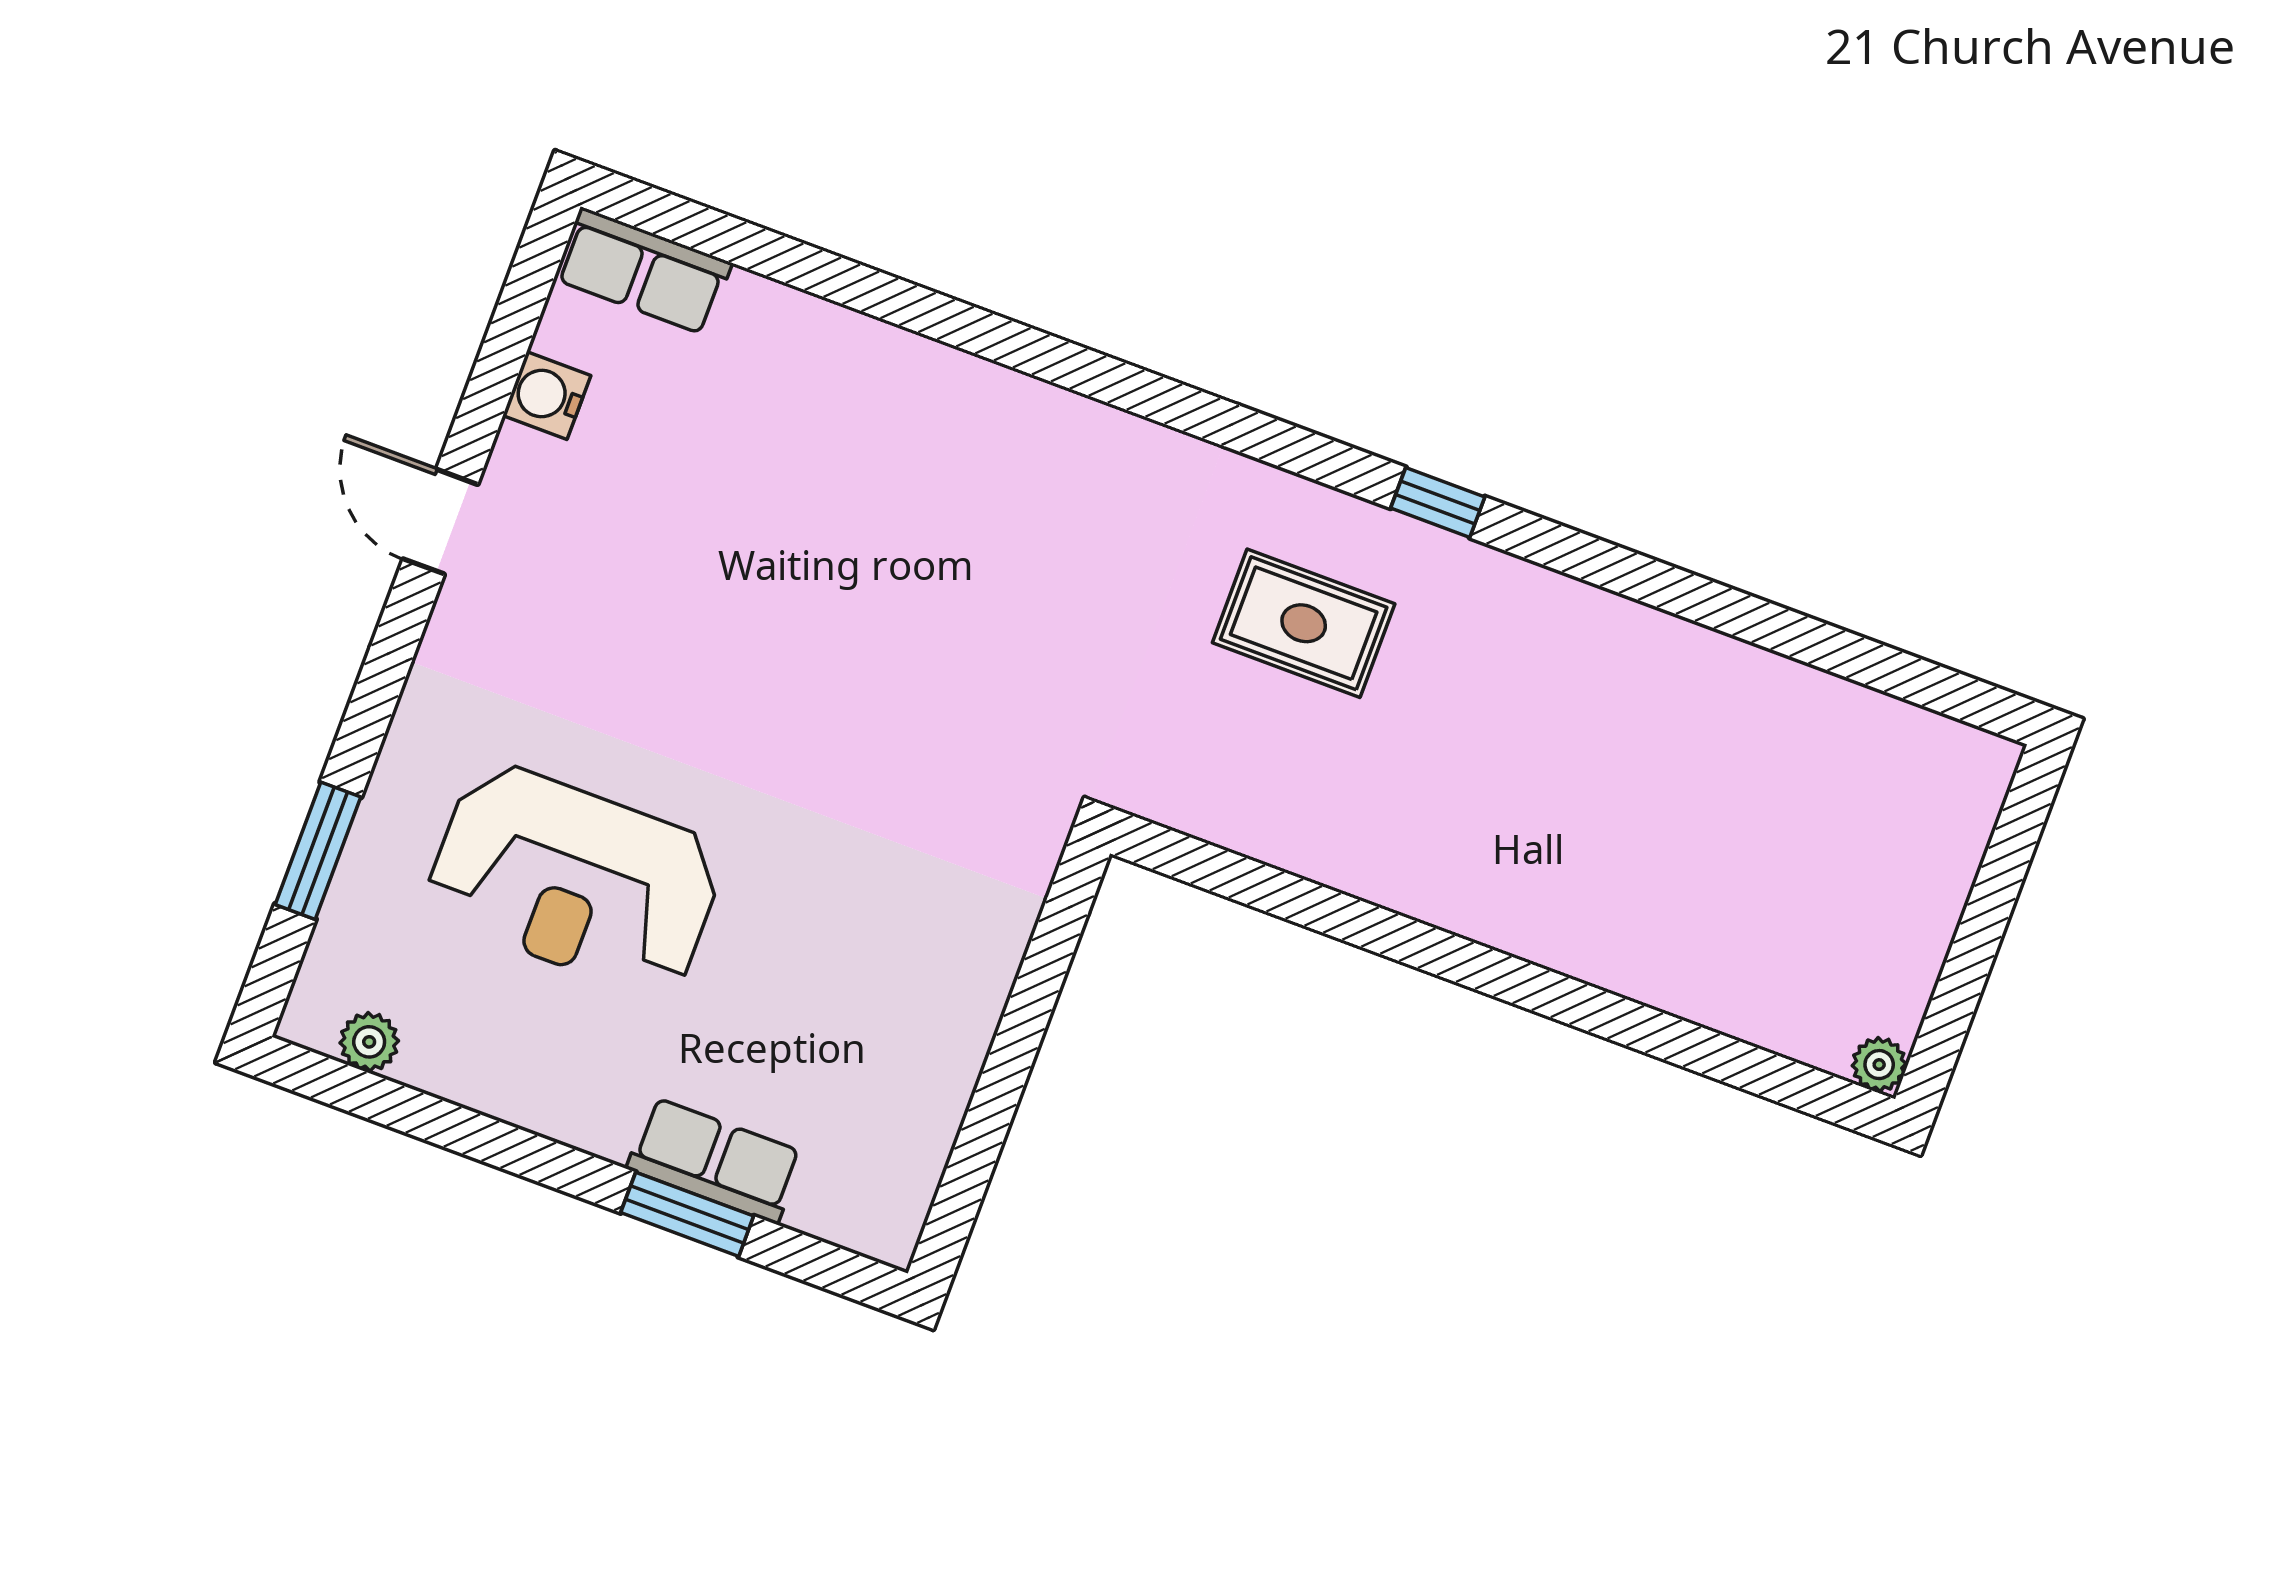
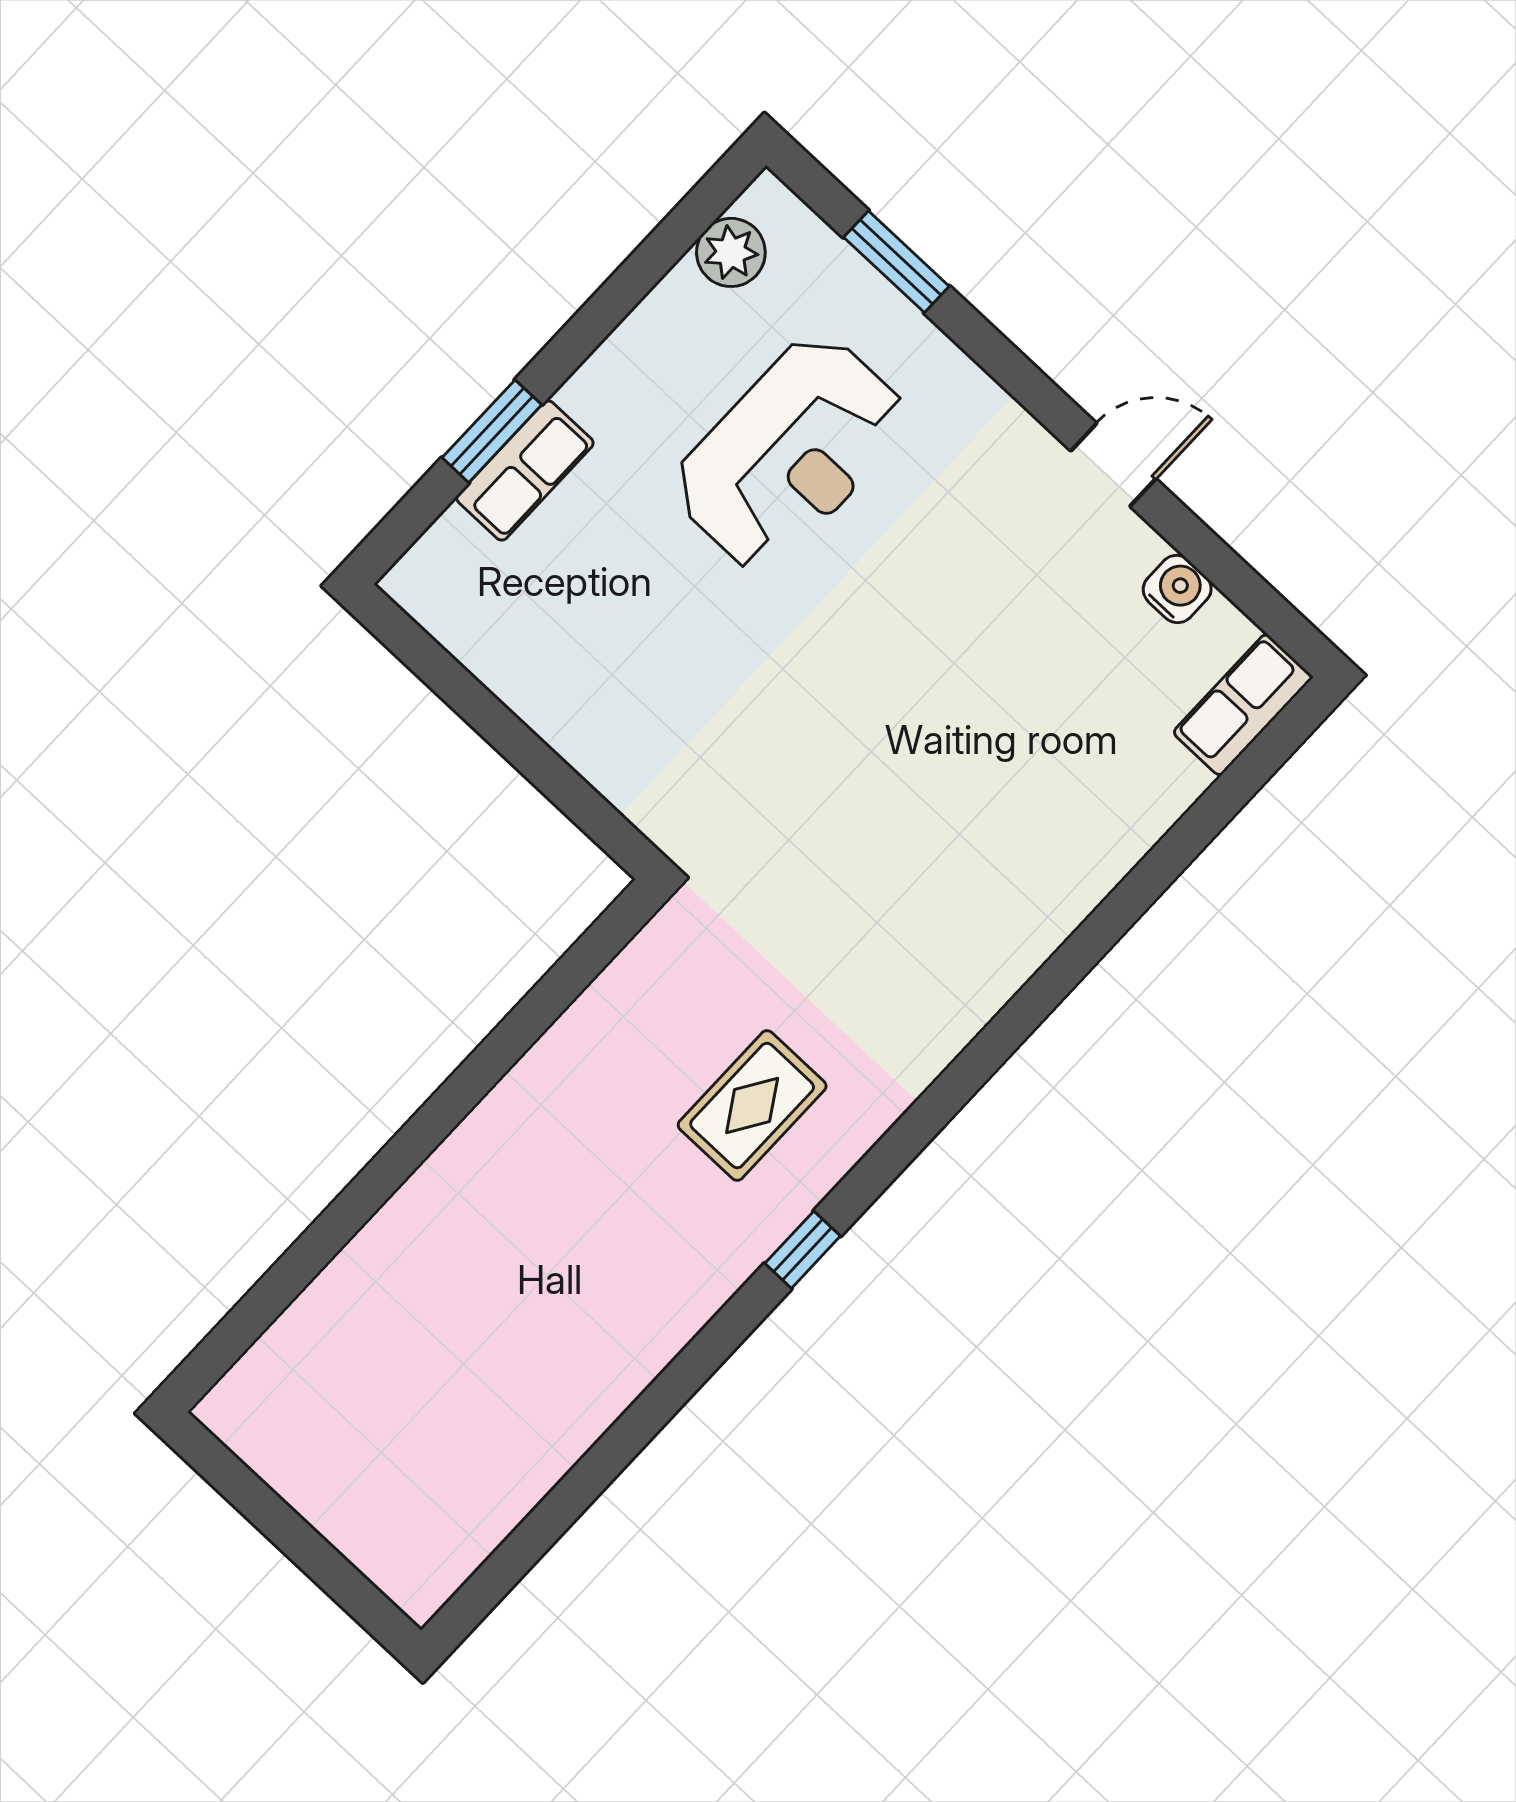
reception desk: (575, 880) -> (790, 453), turned 180
plant: (369, 1042) -> (731, 252), width x1.38, depth x1.38
plant: (1879, 1065) -> (220, 1411), removed

